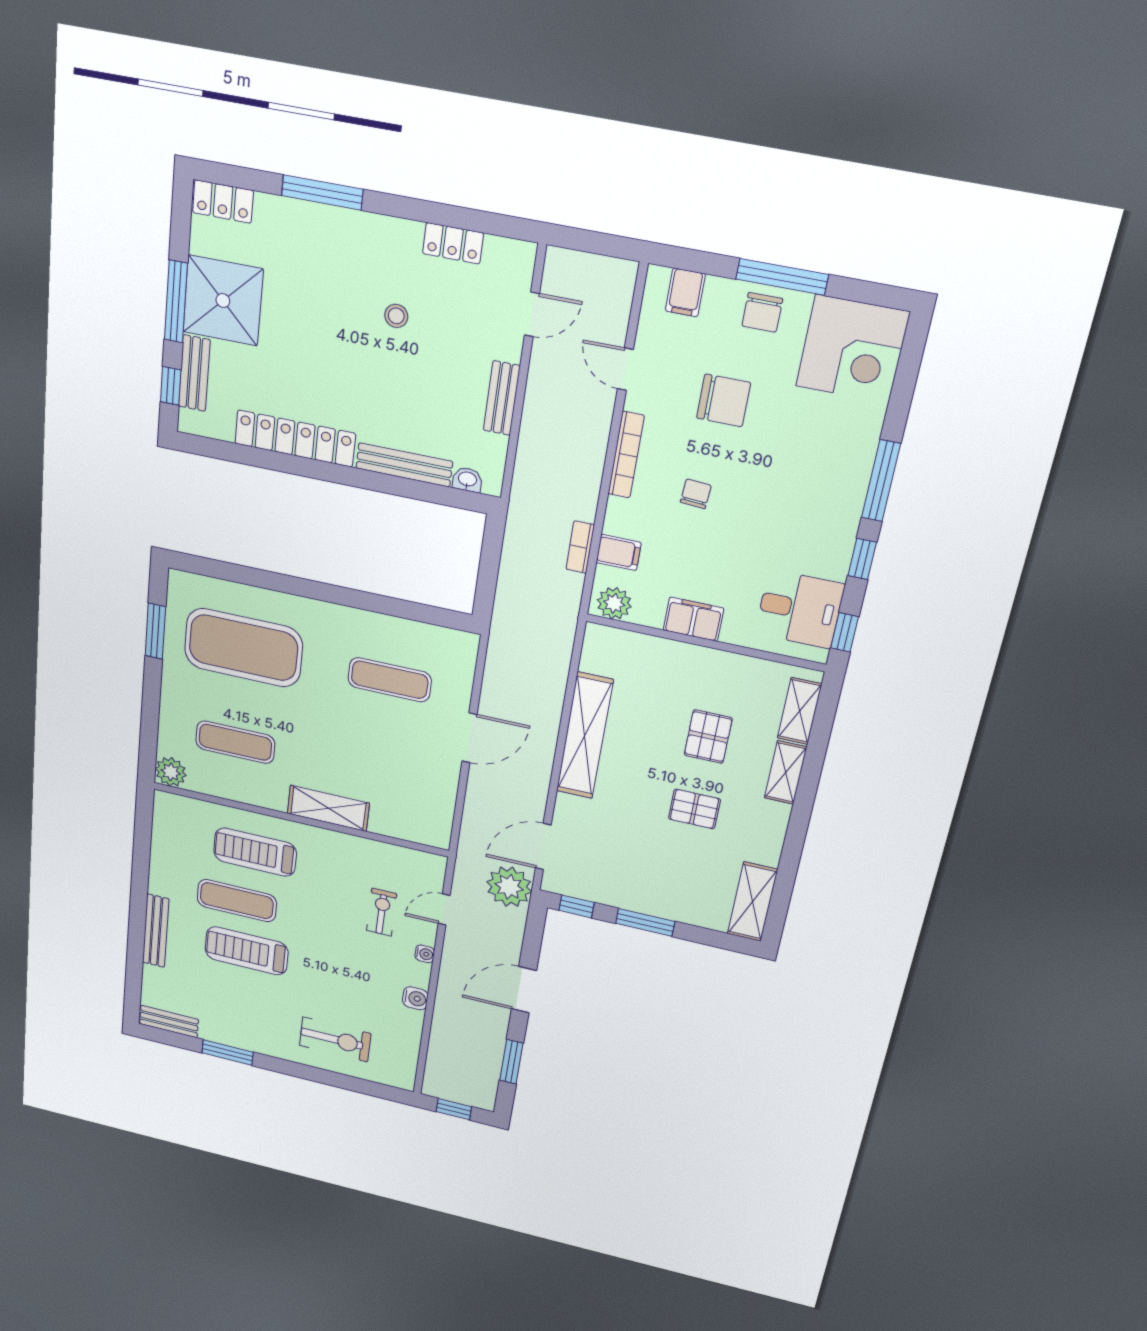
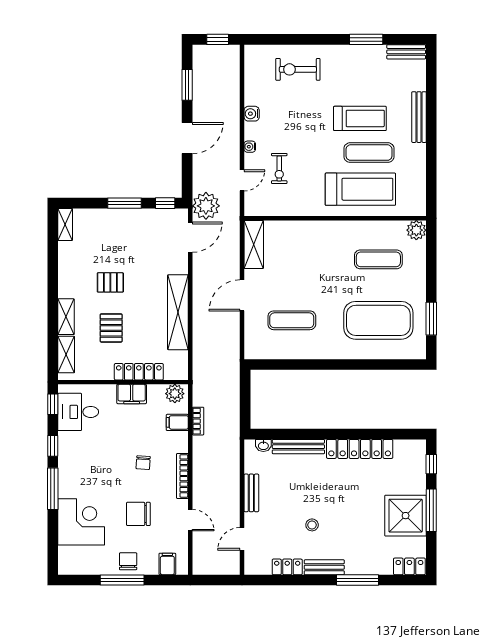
corner desk: (852, 349) -> (81, 522), moved, turned 90
bench: (194, 373) -> (324, 567), moved, turned 90
locker: (673, 654) -> (139, 372), added
shelving: (328, 808) -> (254, 244), moved, turned 90
treadmill: (255, 852) -> (360, 189), width x1.37, depth x1.37
shelving: (752, 902) -> (65, 224), width x0.67, depth x0.75

